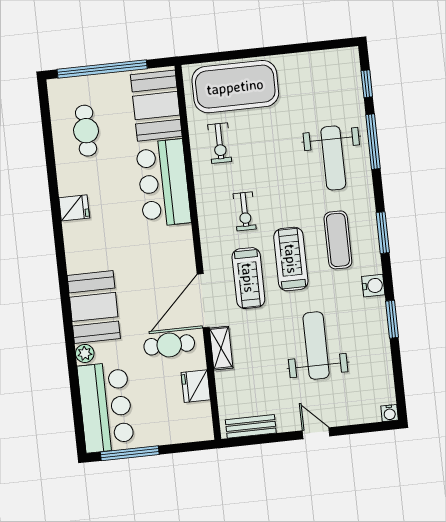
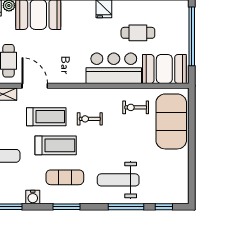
cafe table: (86, 131) -> (138, 33), moved
treadmill: (248, 278) -> (46, 117), turned 180
door: (203, 301) -> (35, 86), width x0.73

